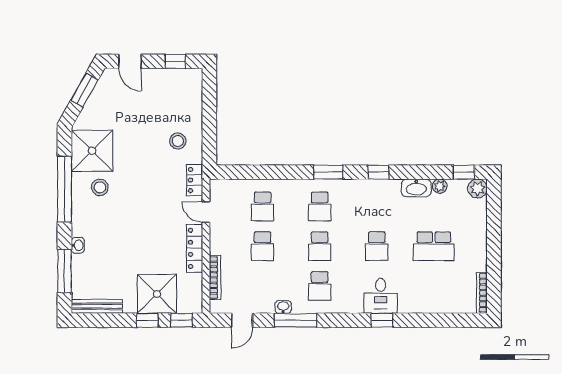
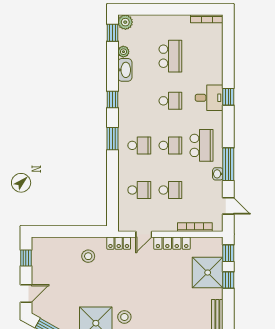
school desk: (320, 286) -> (201, 145), width x1.85

